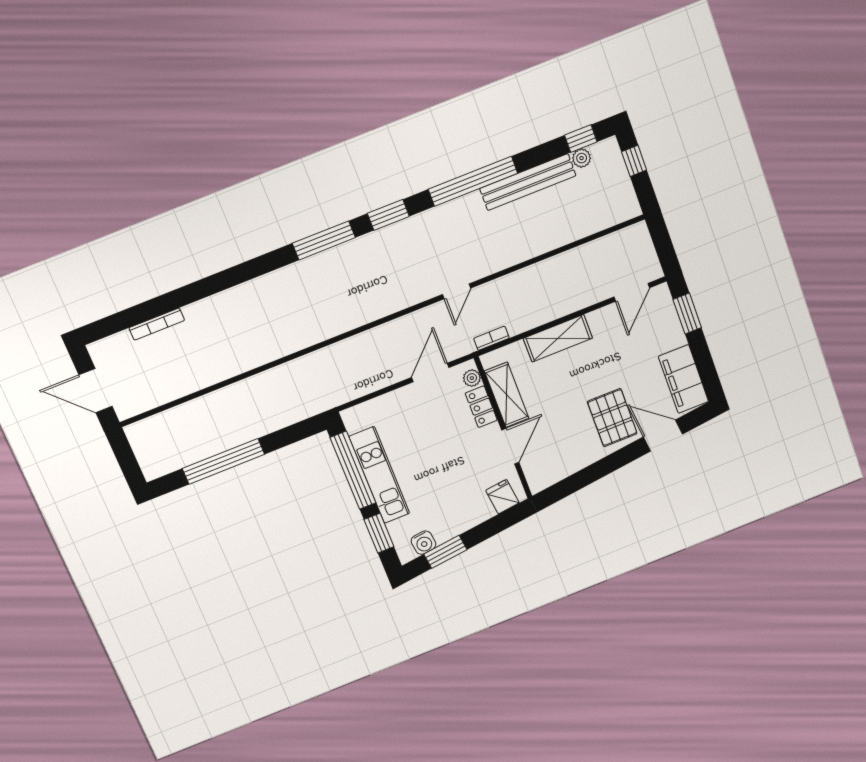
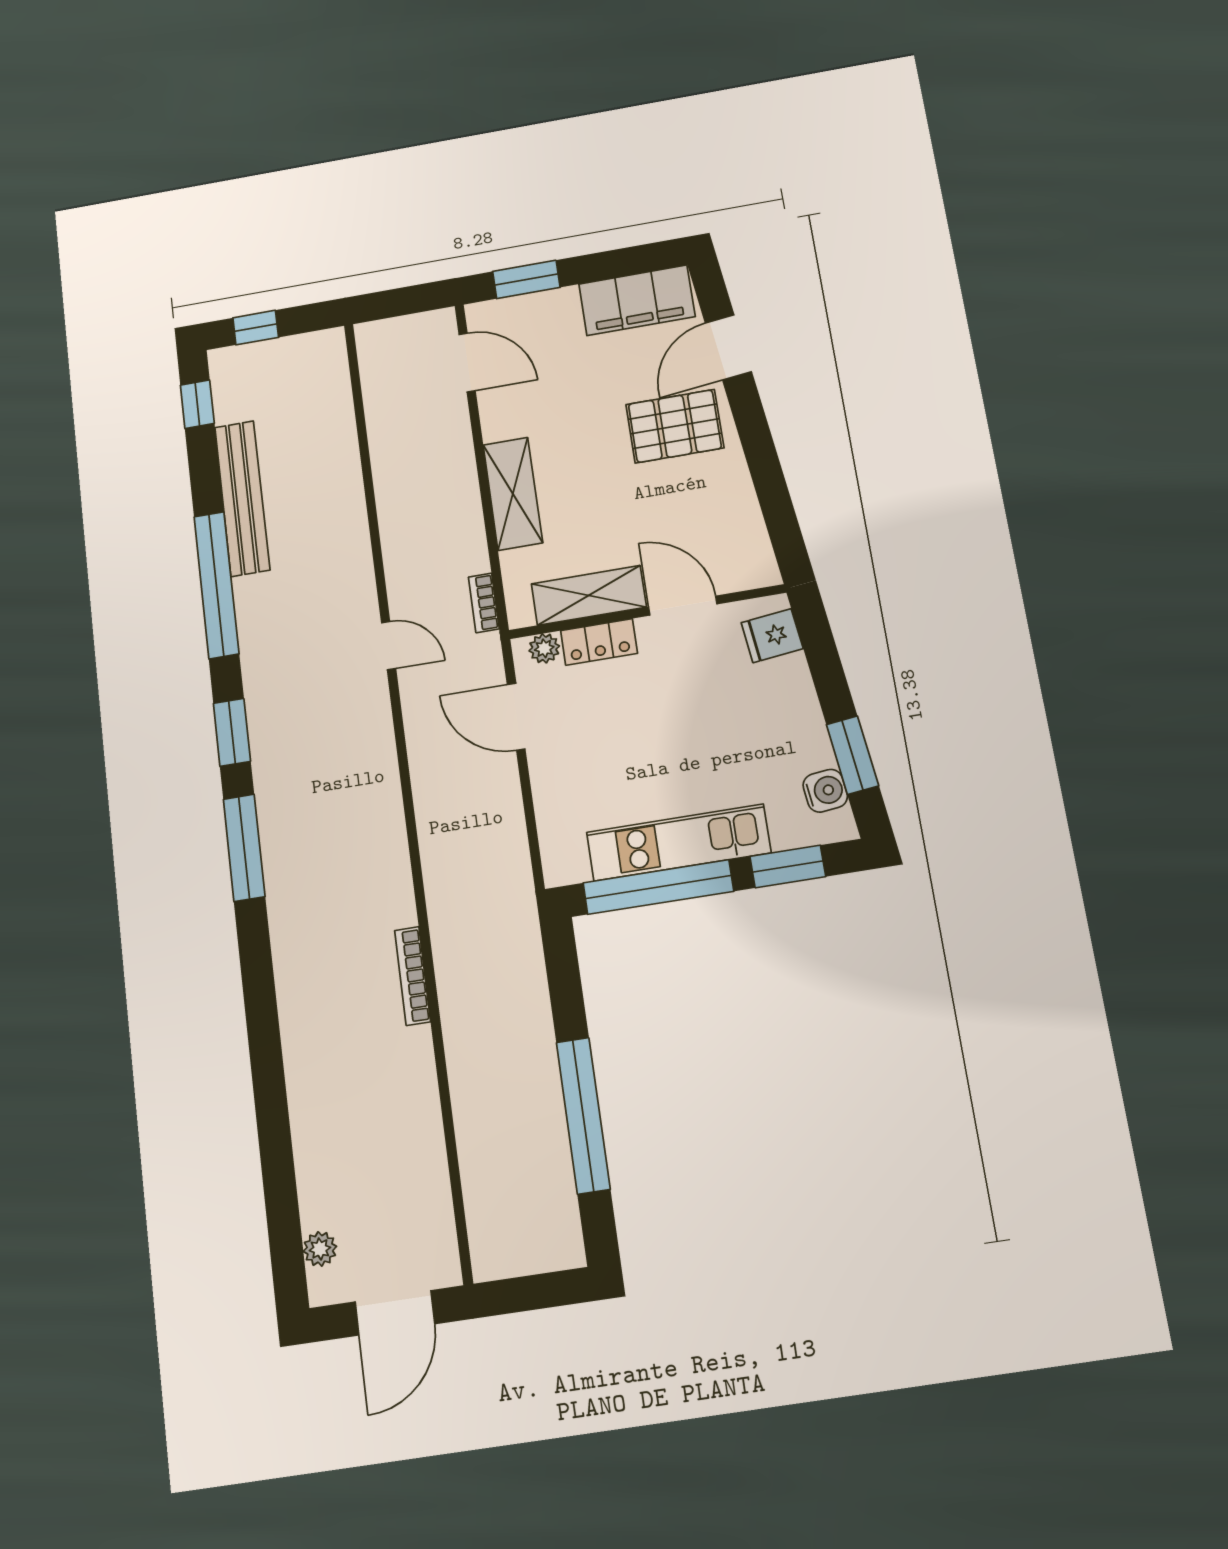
plant: (582, 158) -> (320, 1249), moved
bookcase: (157, 324) -> (413, 976), moved, turned 180

